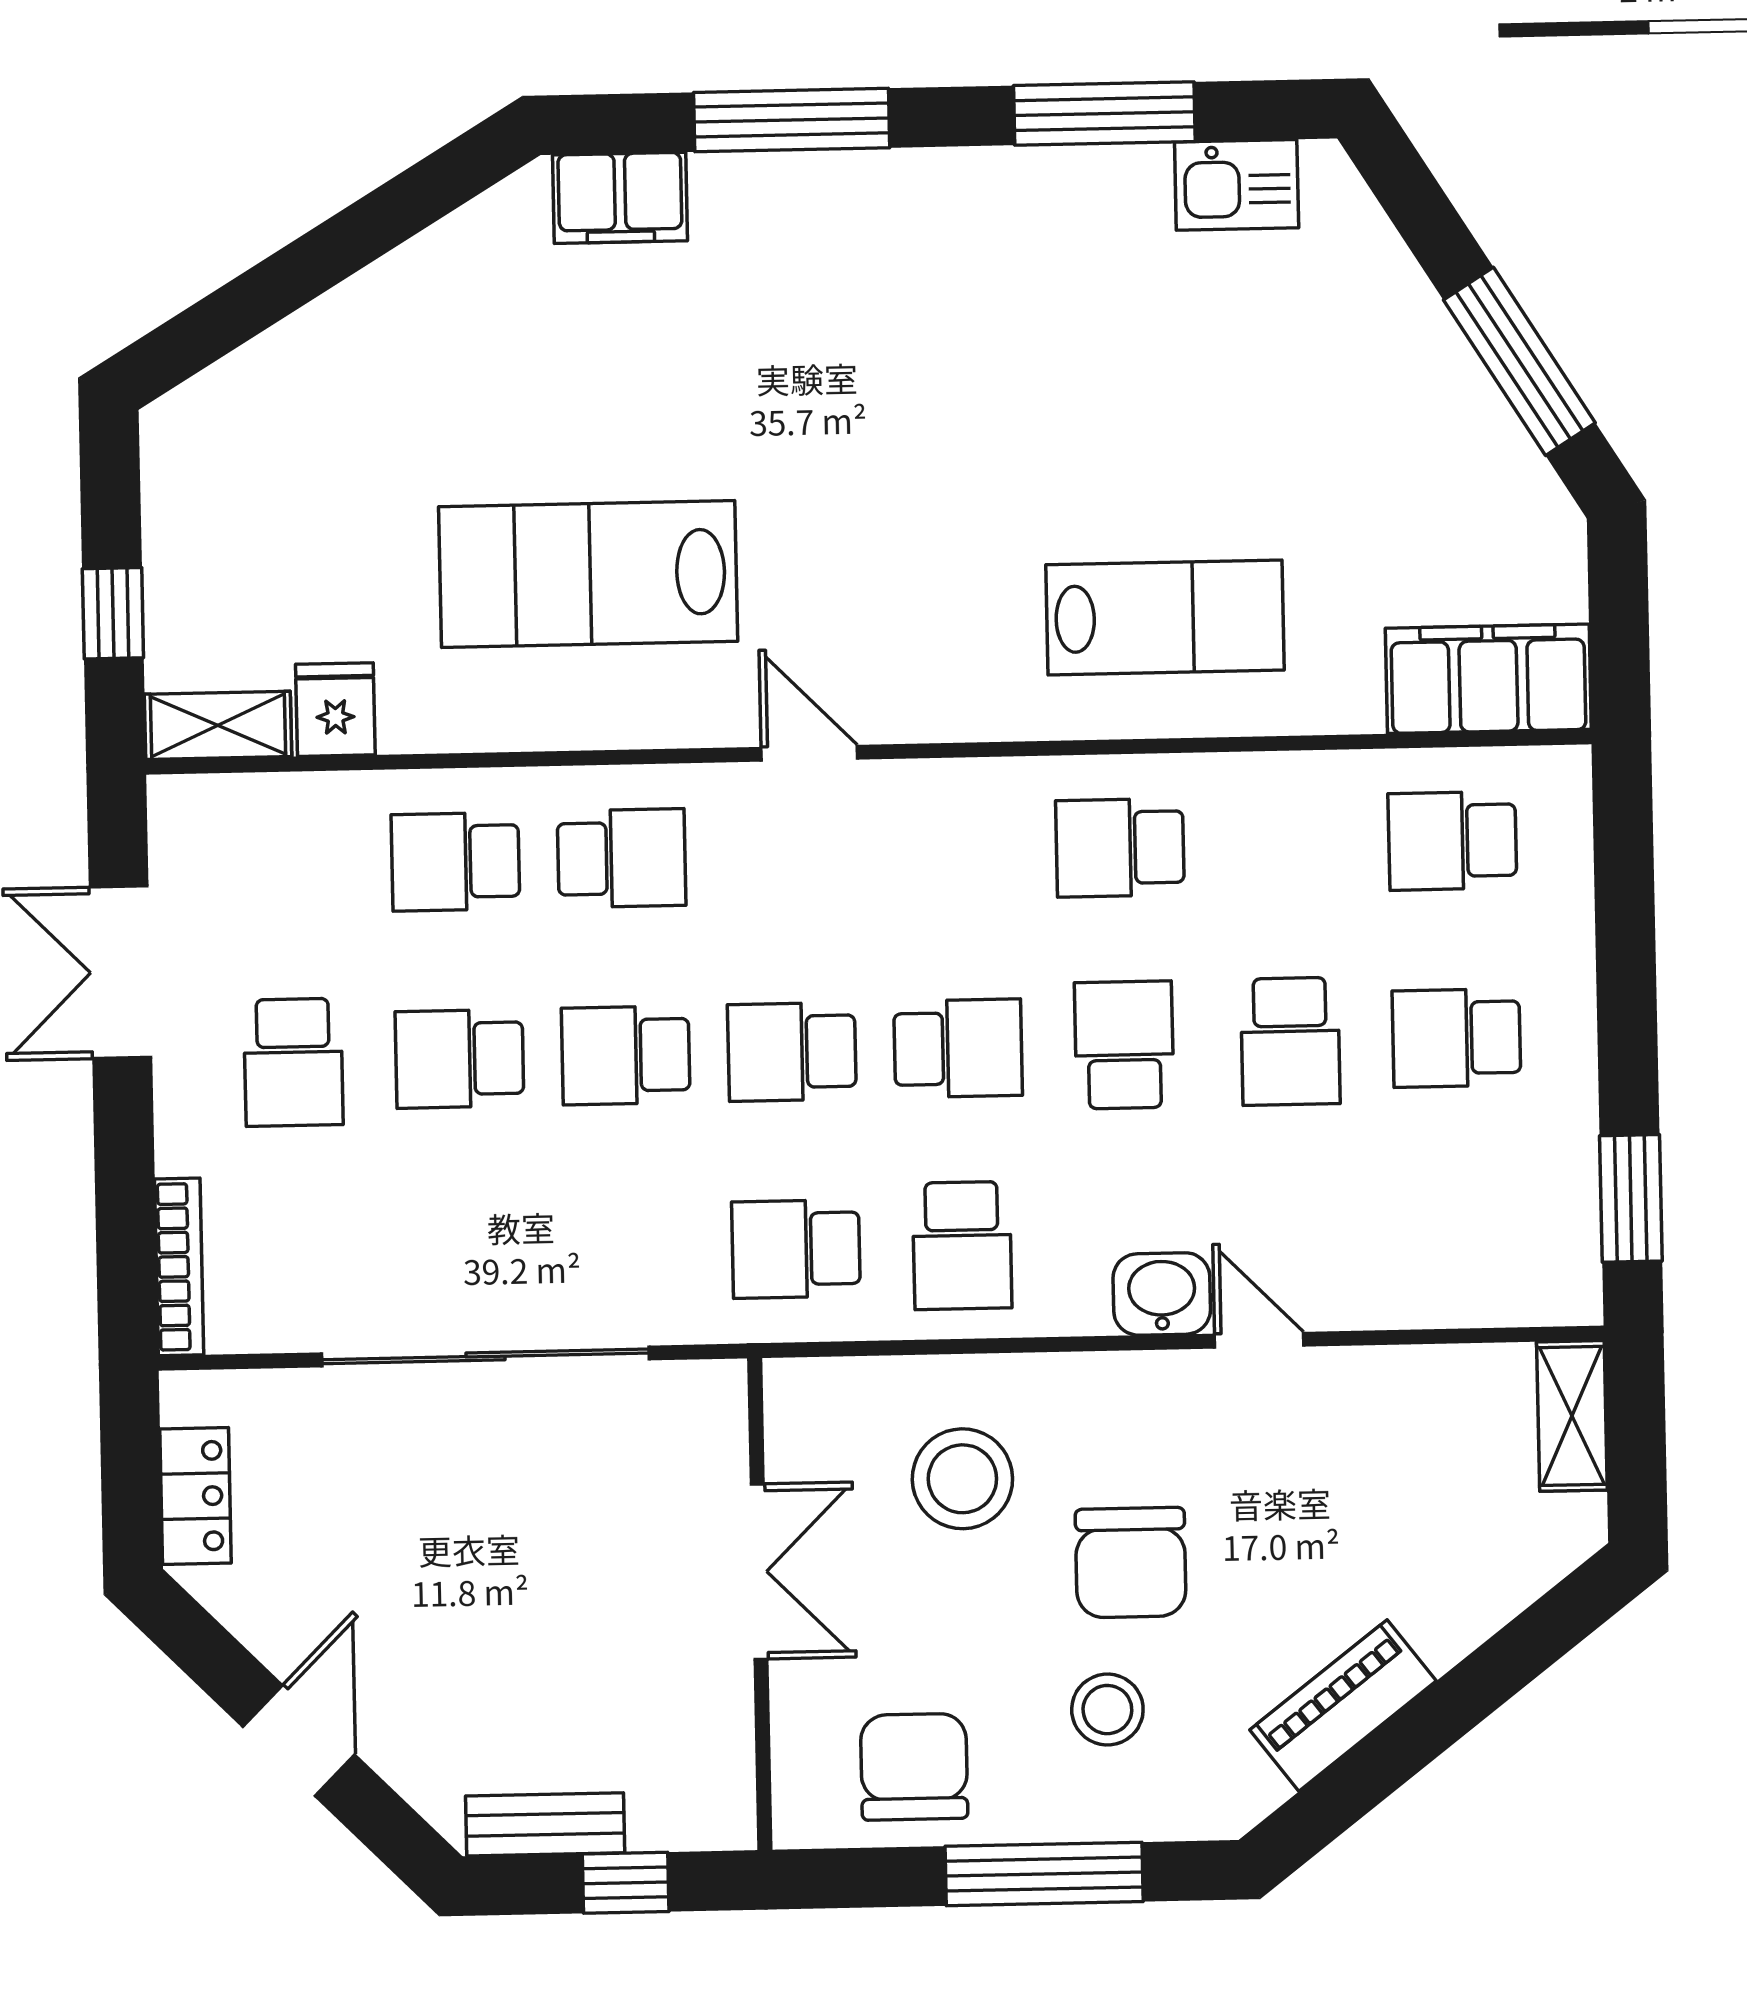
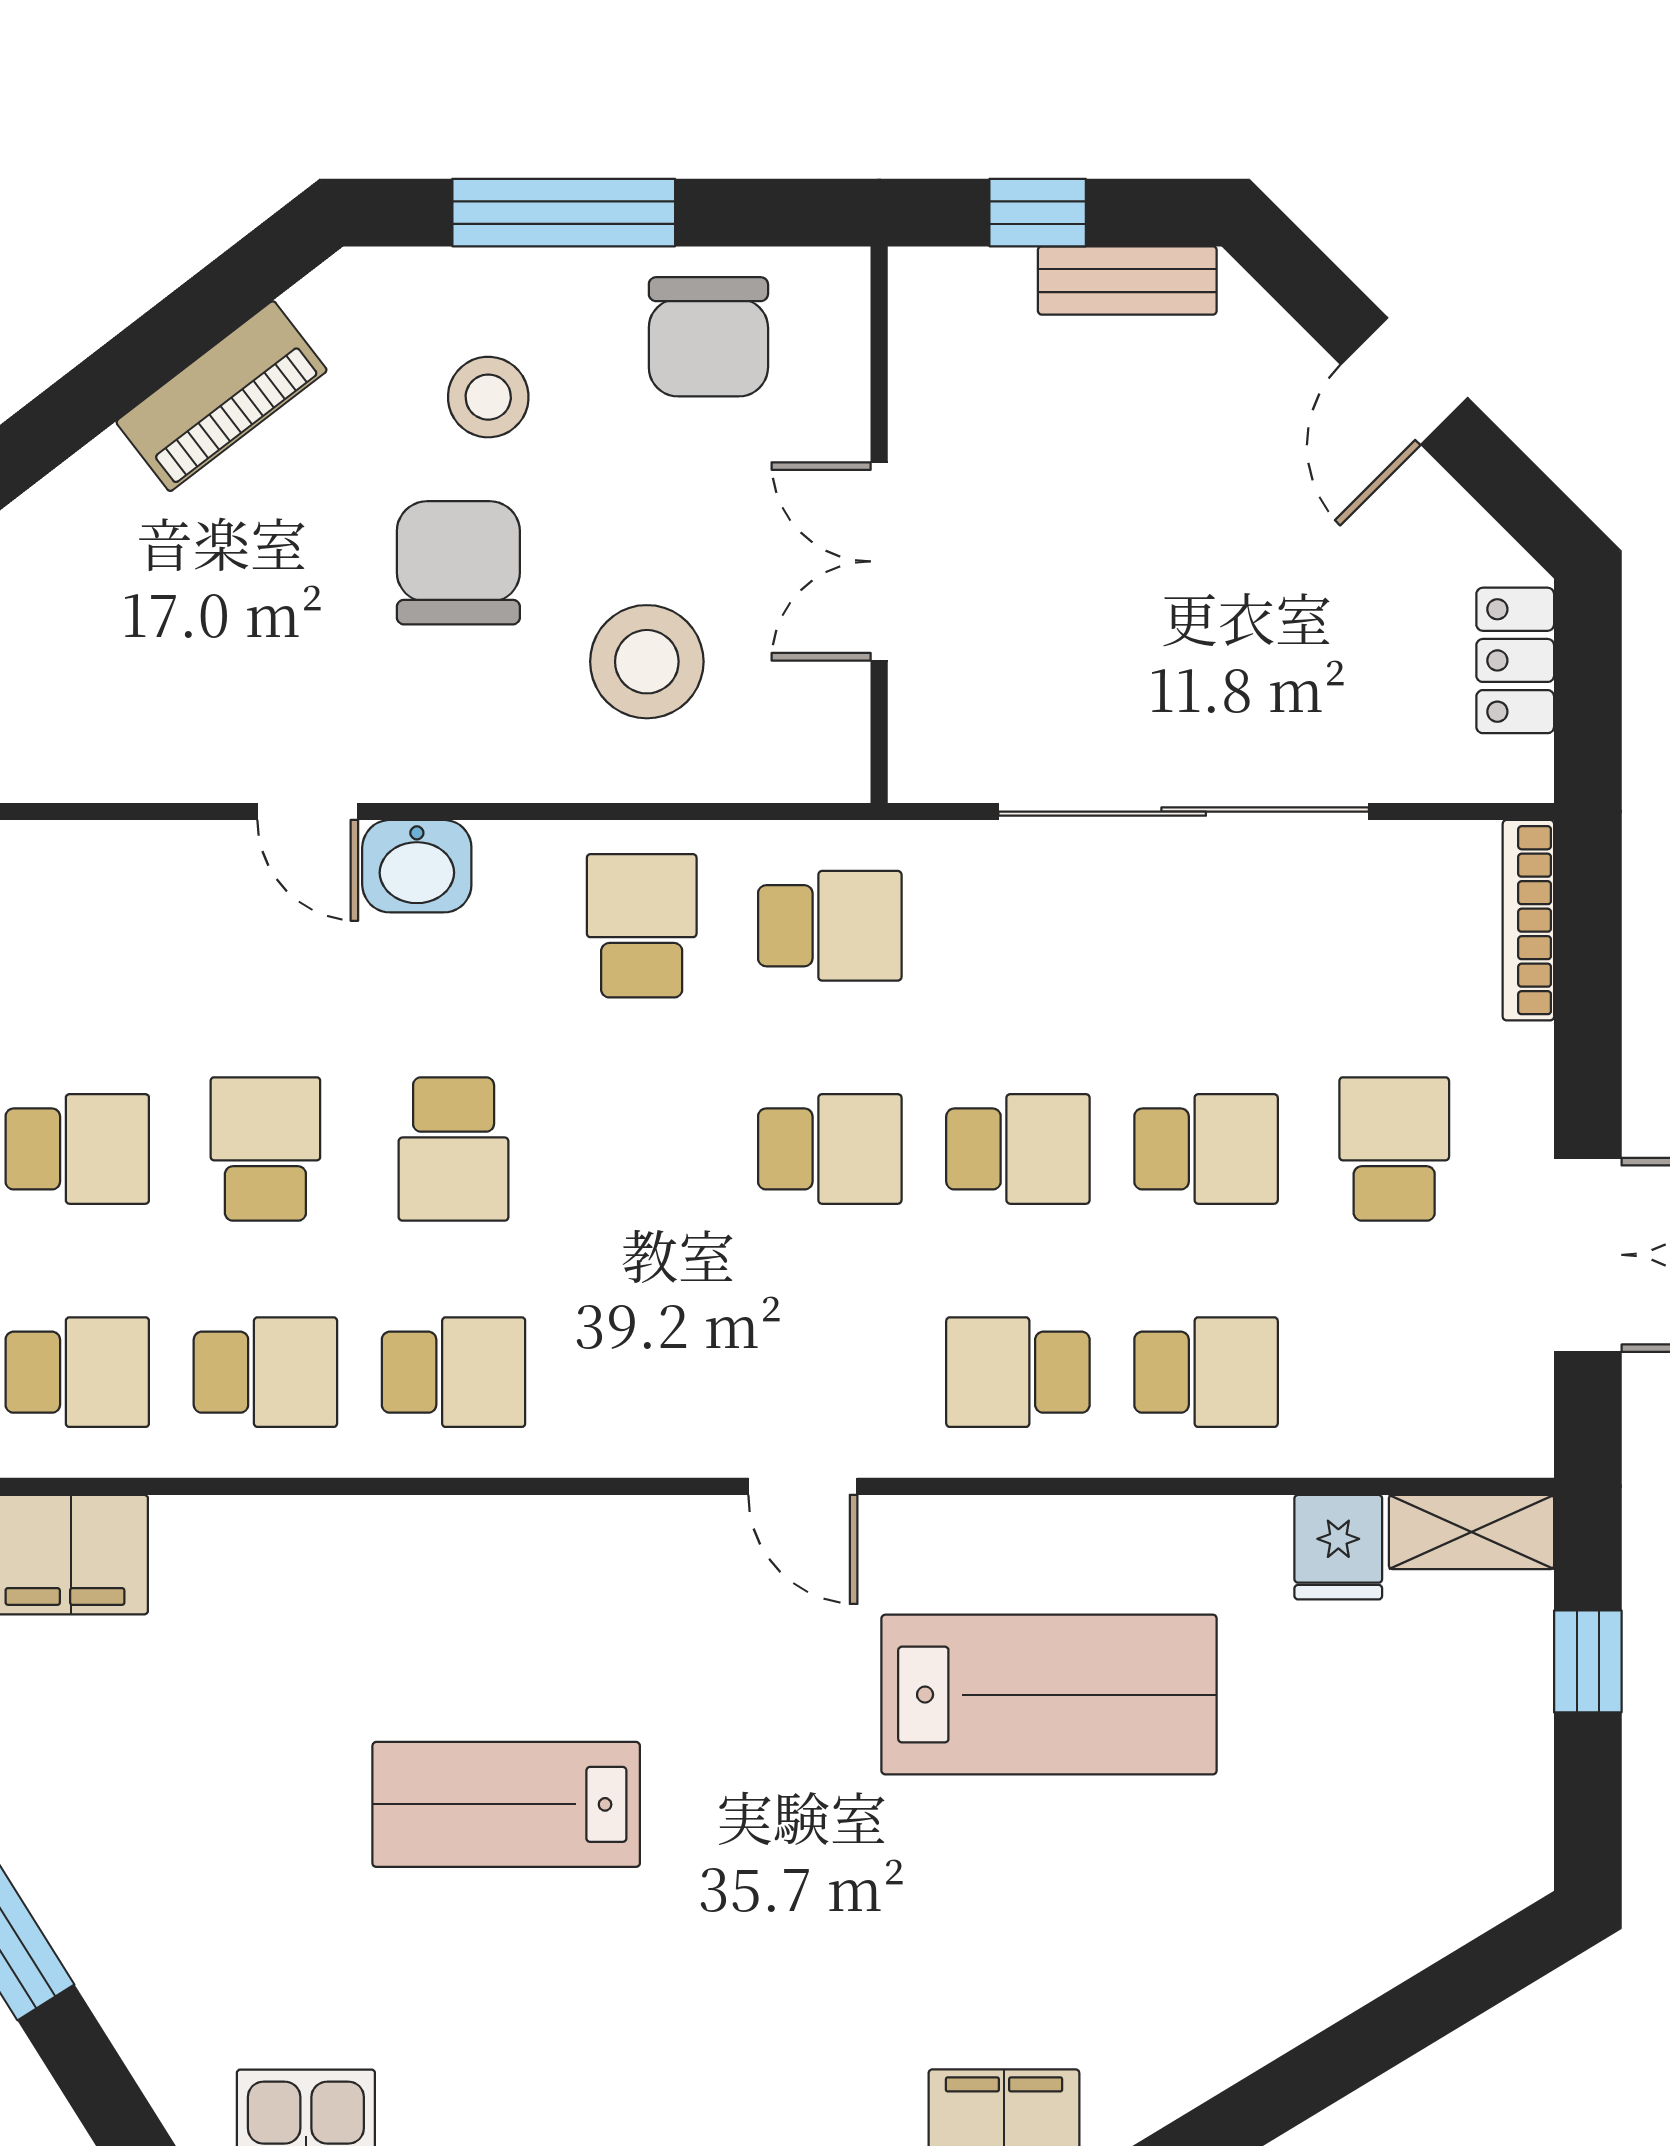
lab bench: (1165, 617) -> (506, 1804), moved
school desk: (958, 1048) -> (265, 1372), moved, turned 180

